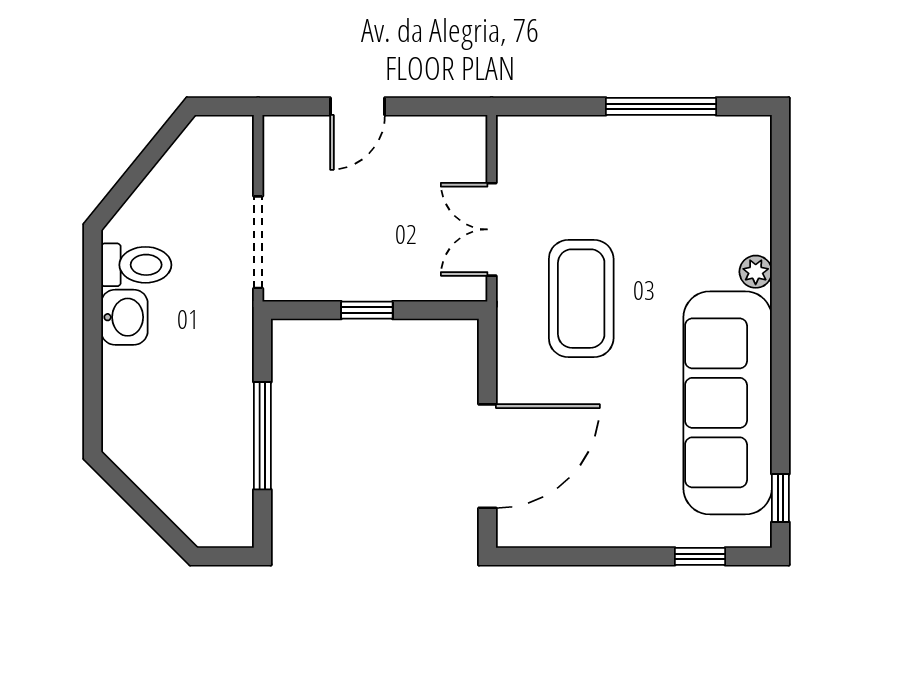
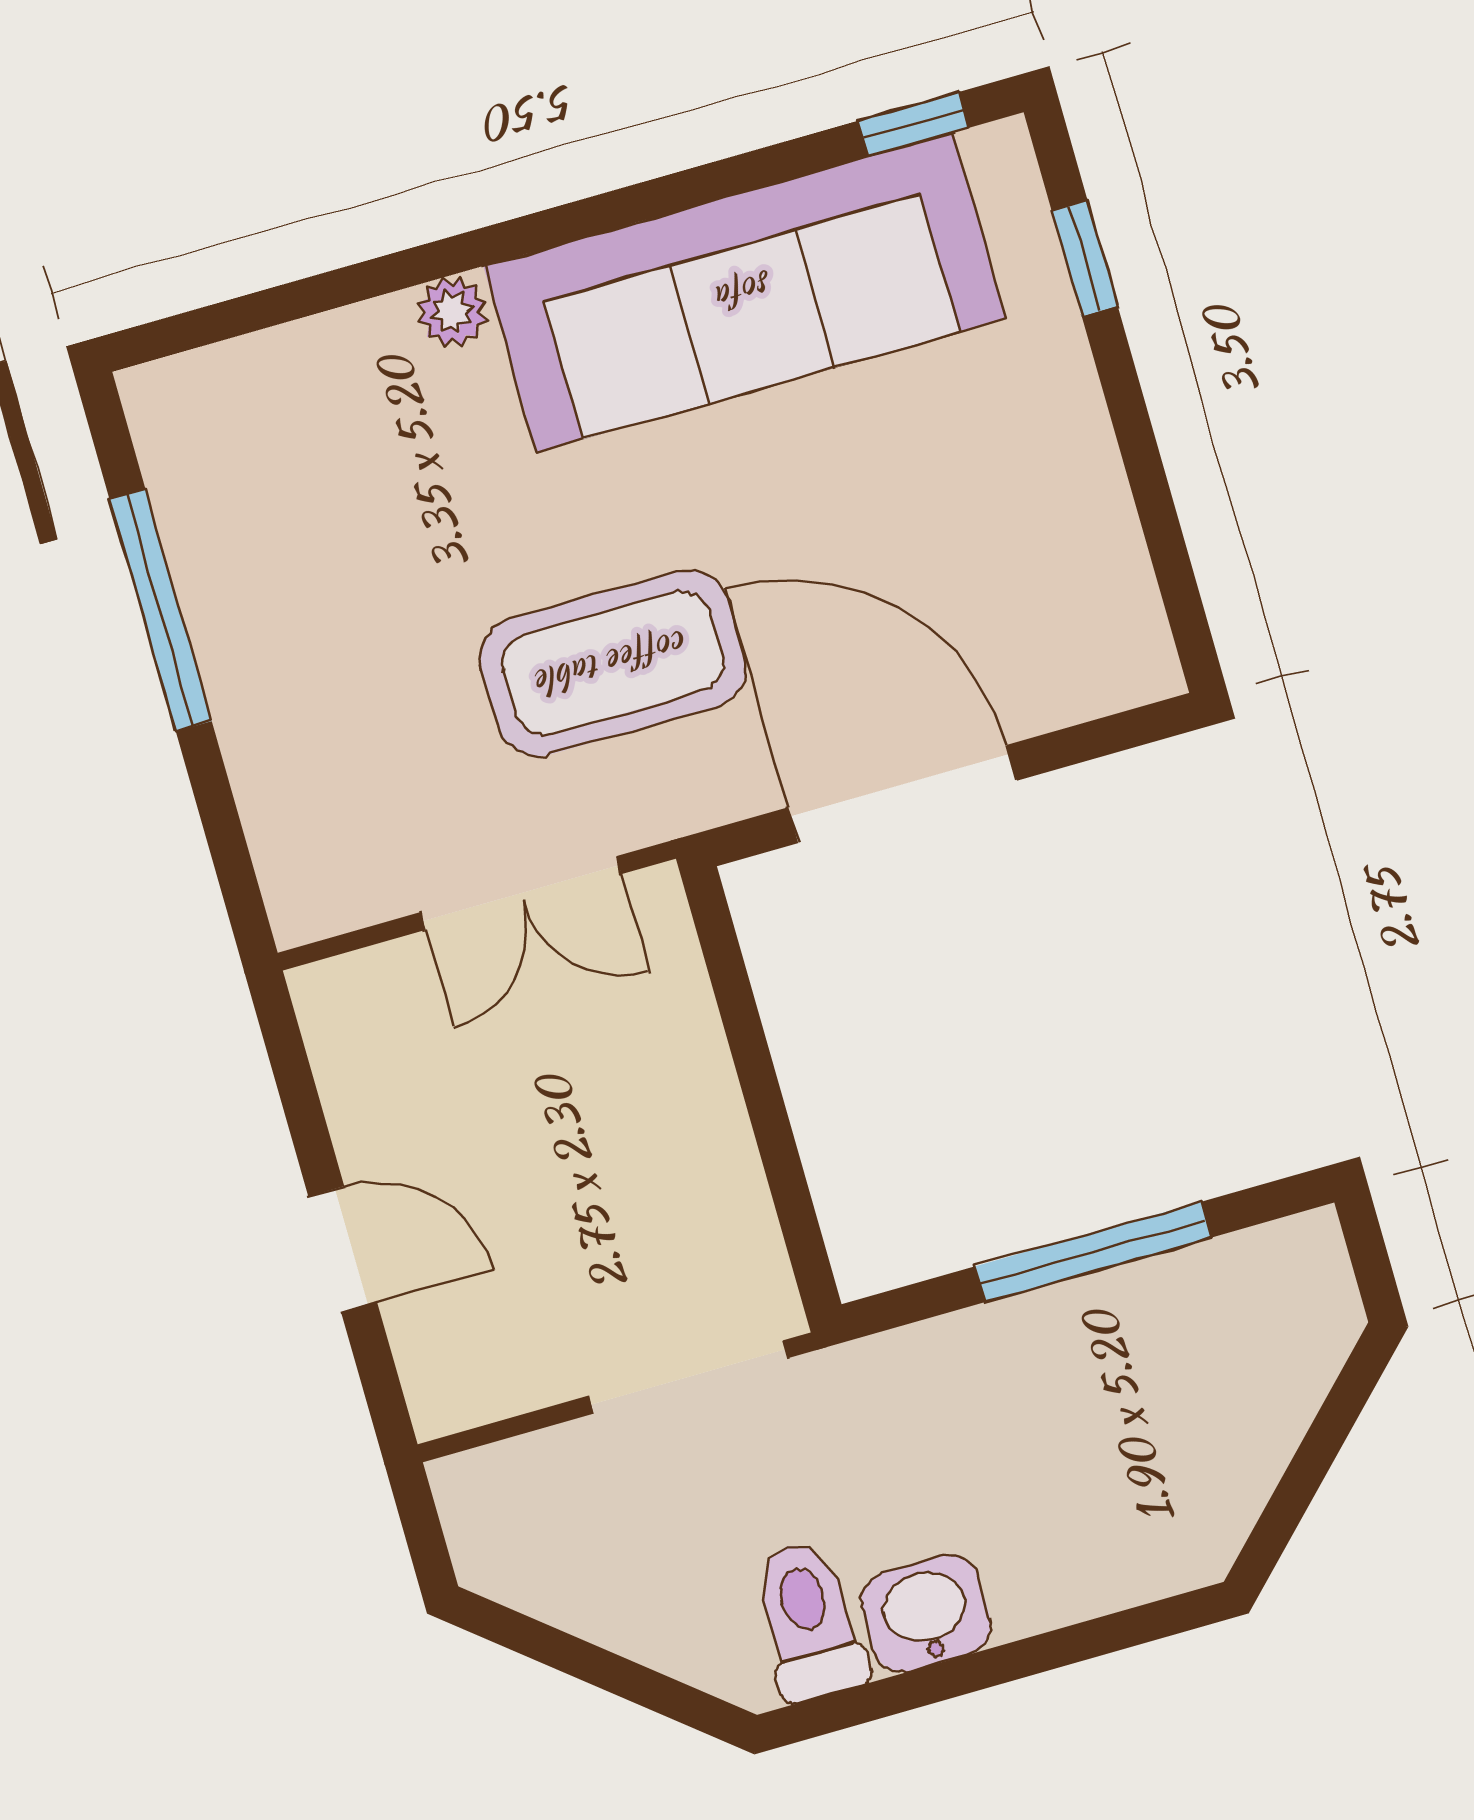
window: (367, 310) -> (766, 1107), removed
door: (487, 456) -> (902, 794), moved

